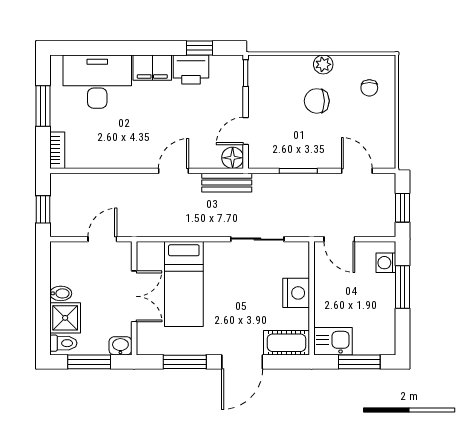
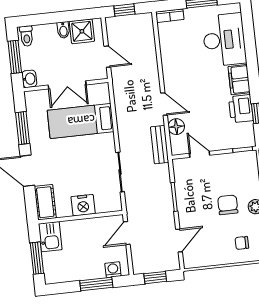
floor lamp: (233, 158) -> (176, 127), moved
shower: (65, 318) -> (82, 31), moved

